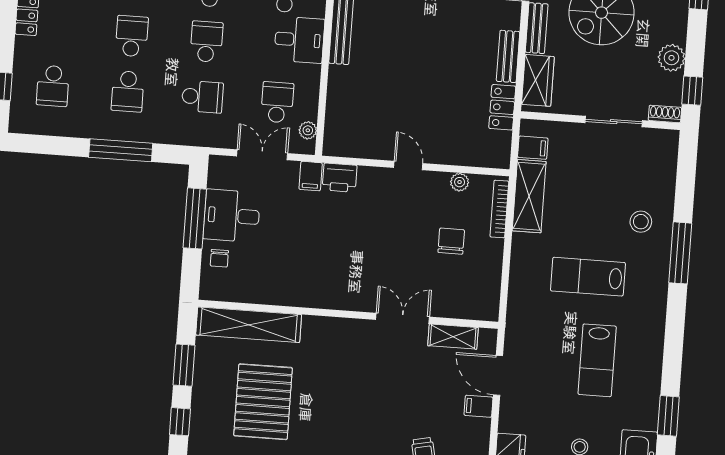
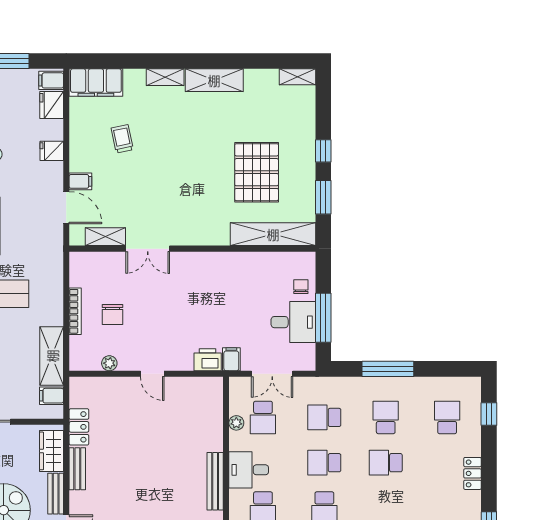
school desk: (132, 36) -> (386, 463), turned 90
school desk: (206, 42) -> (324, 463), turned 90
plant: (308, 130) -> (236, 423), moved
bookcase: (499, 209) -> (75, 311), moved

